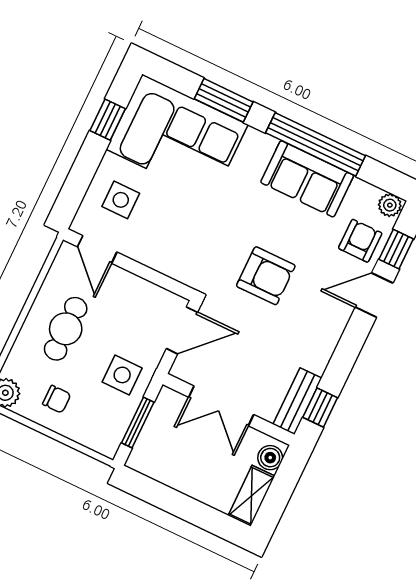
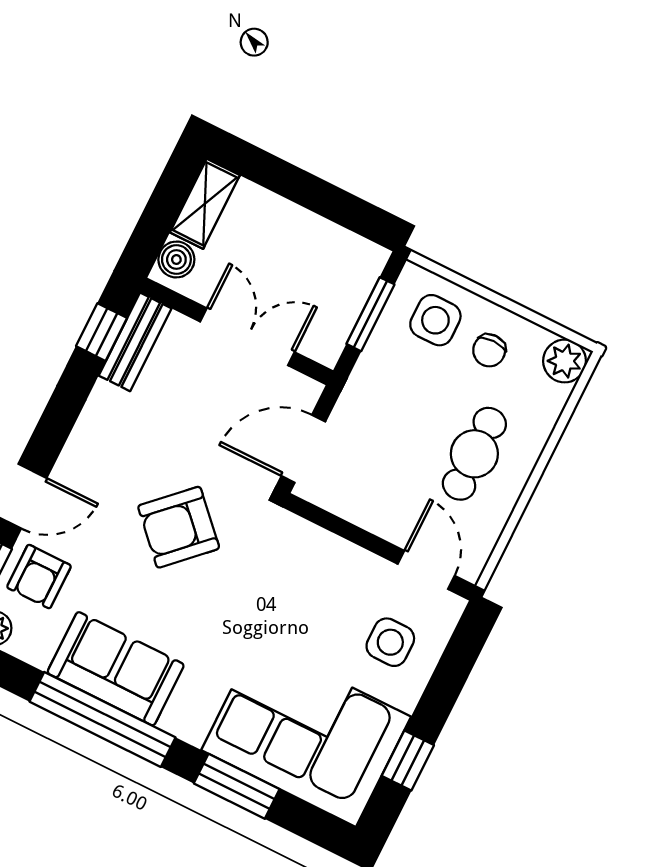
armchair: (266, 276) -> (179, 527), turned -44
side table: (122, 375) -> (435, 320), moved
chair: (57, 399) -> (489, 350), turned -90

